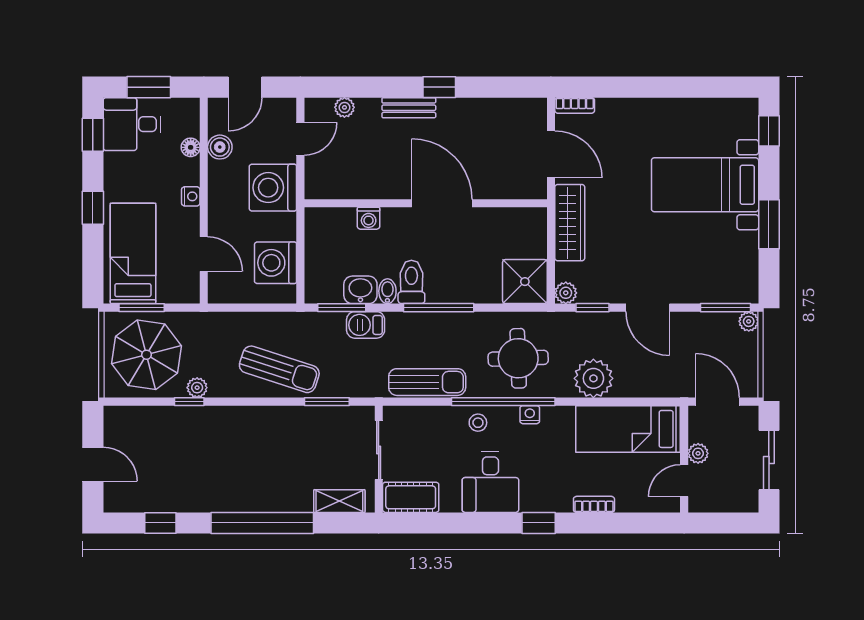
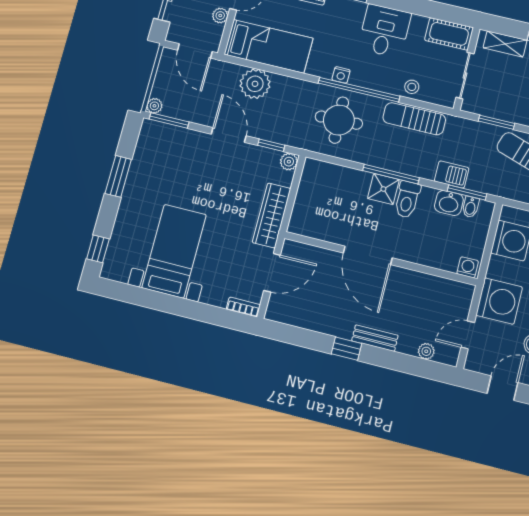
door: (551, 154) -> (272, 273), swing flipped
bed with nightstands: (705, 185) -> (174, 251), moved, turned -90
washing machine: (369, 218) -> (468, 267), moved
shower: (525, 282) -> (383, 189), moved, width x0.73, depth x0.73
bidet: (387, 291) -> (471, 207), moved
plant: (593, 378) -> (255, 84), moved
stool: (478, 423) -> (412, 87), moved

